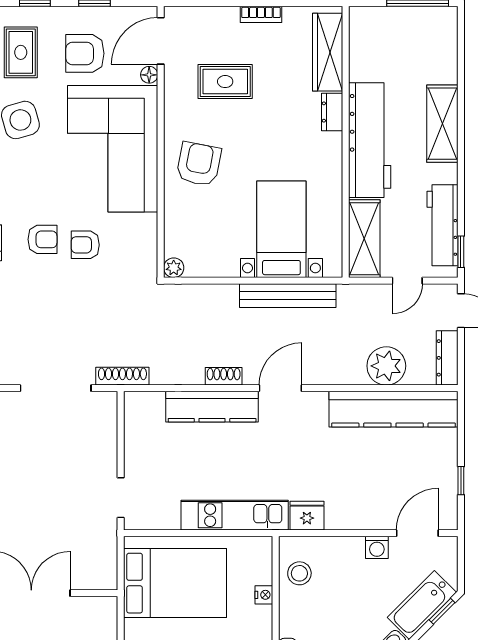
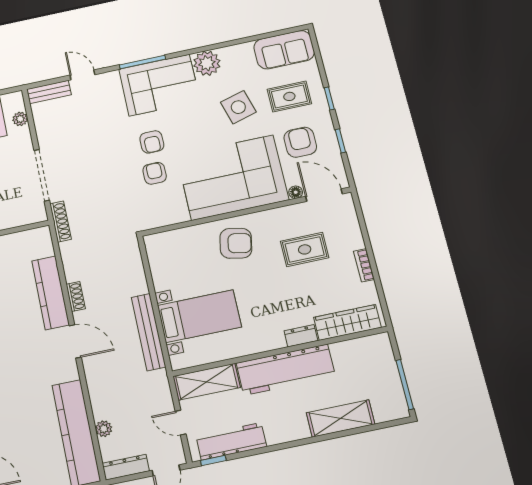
rug: (225, 82) -> (305, 249), turned 90
shelving: (442, 124) -> (341, 419), moved
plant: (174, 268) -> (151, 242), removed
plant: (386, 366) -> (104, 429), width x0.53, depth x0.53

